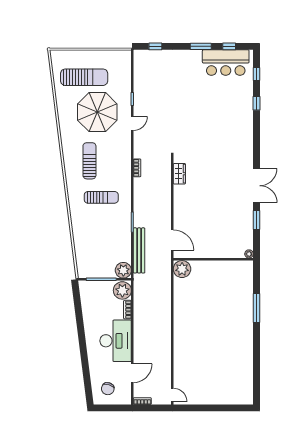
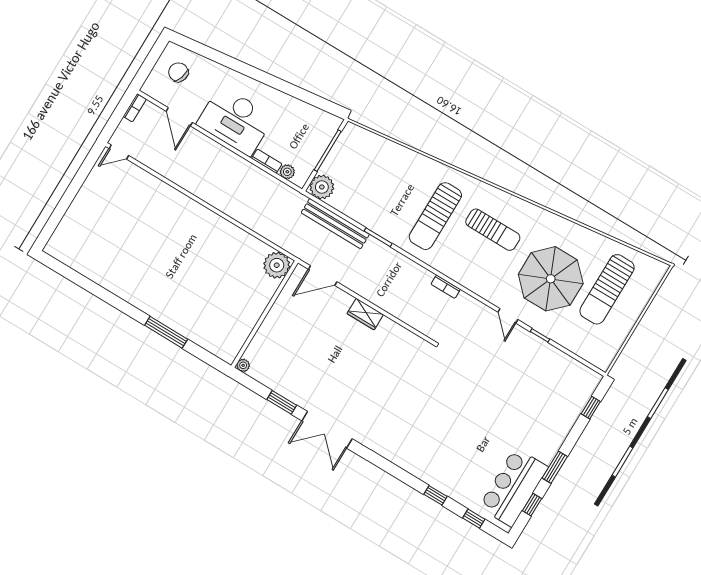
wardrobe: (179, 174) -> (365, 314), moved
sun lounger: (101, 197) -> (435, 216), width x1.36, depth x1.34
plant: (122, 290) -> (287, 172), width x0.53, depth x0.53

